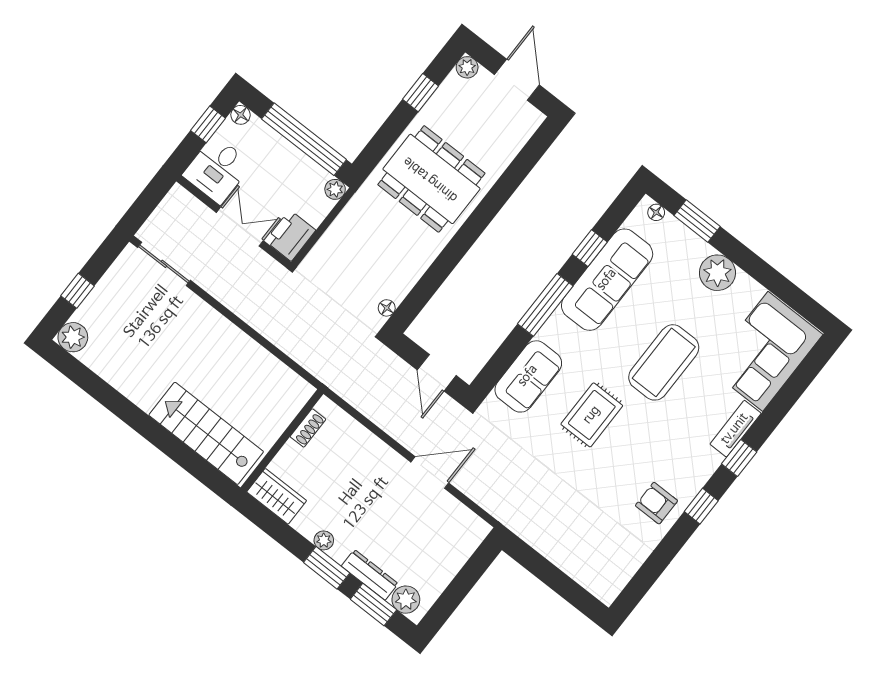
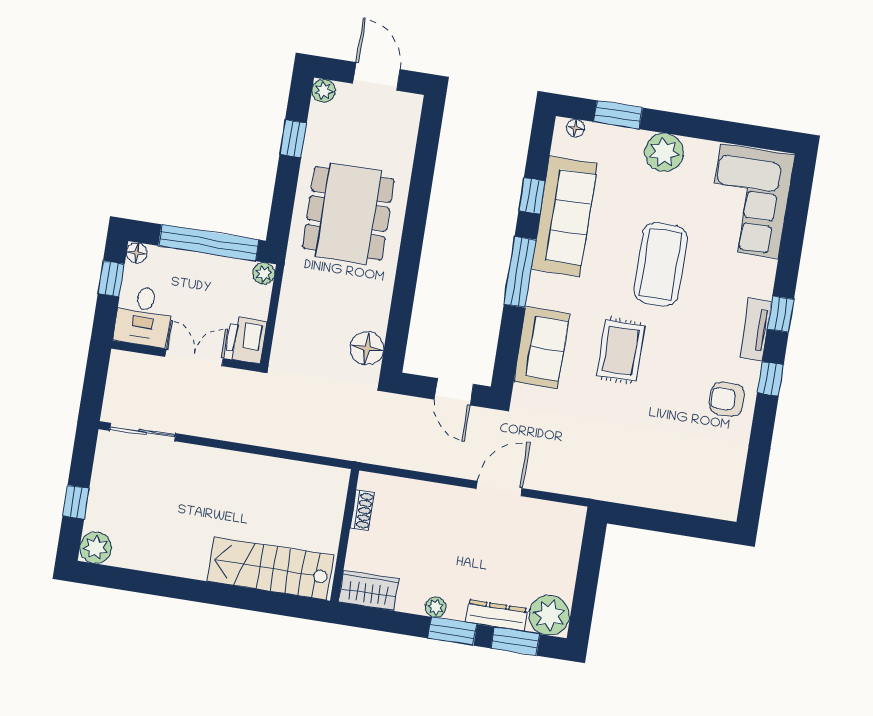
dining table: (431, 179) -> (348, 214), turned 90
floor lamp: (387, 308) -> (367, 348), width x1.89, depth x1.89
tv unit: (735, 429) -> (755, 330), moved
plant: (406, 600) -> (549, 615), width x1.36, depth x1.36

